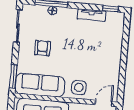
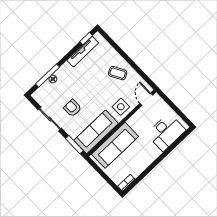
tv unit: (92, 15) -> (83, 52), width x1.41
sliding door: (18, 26) -> (50, 119), moved
coffee table: (105, 60) -> (118, 73), added

